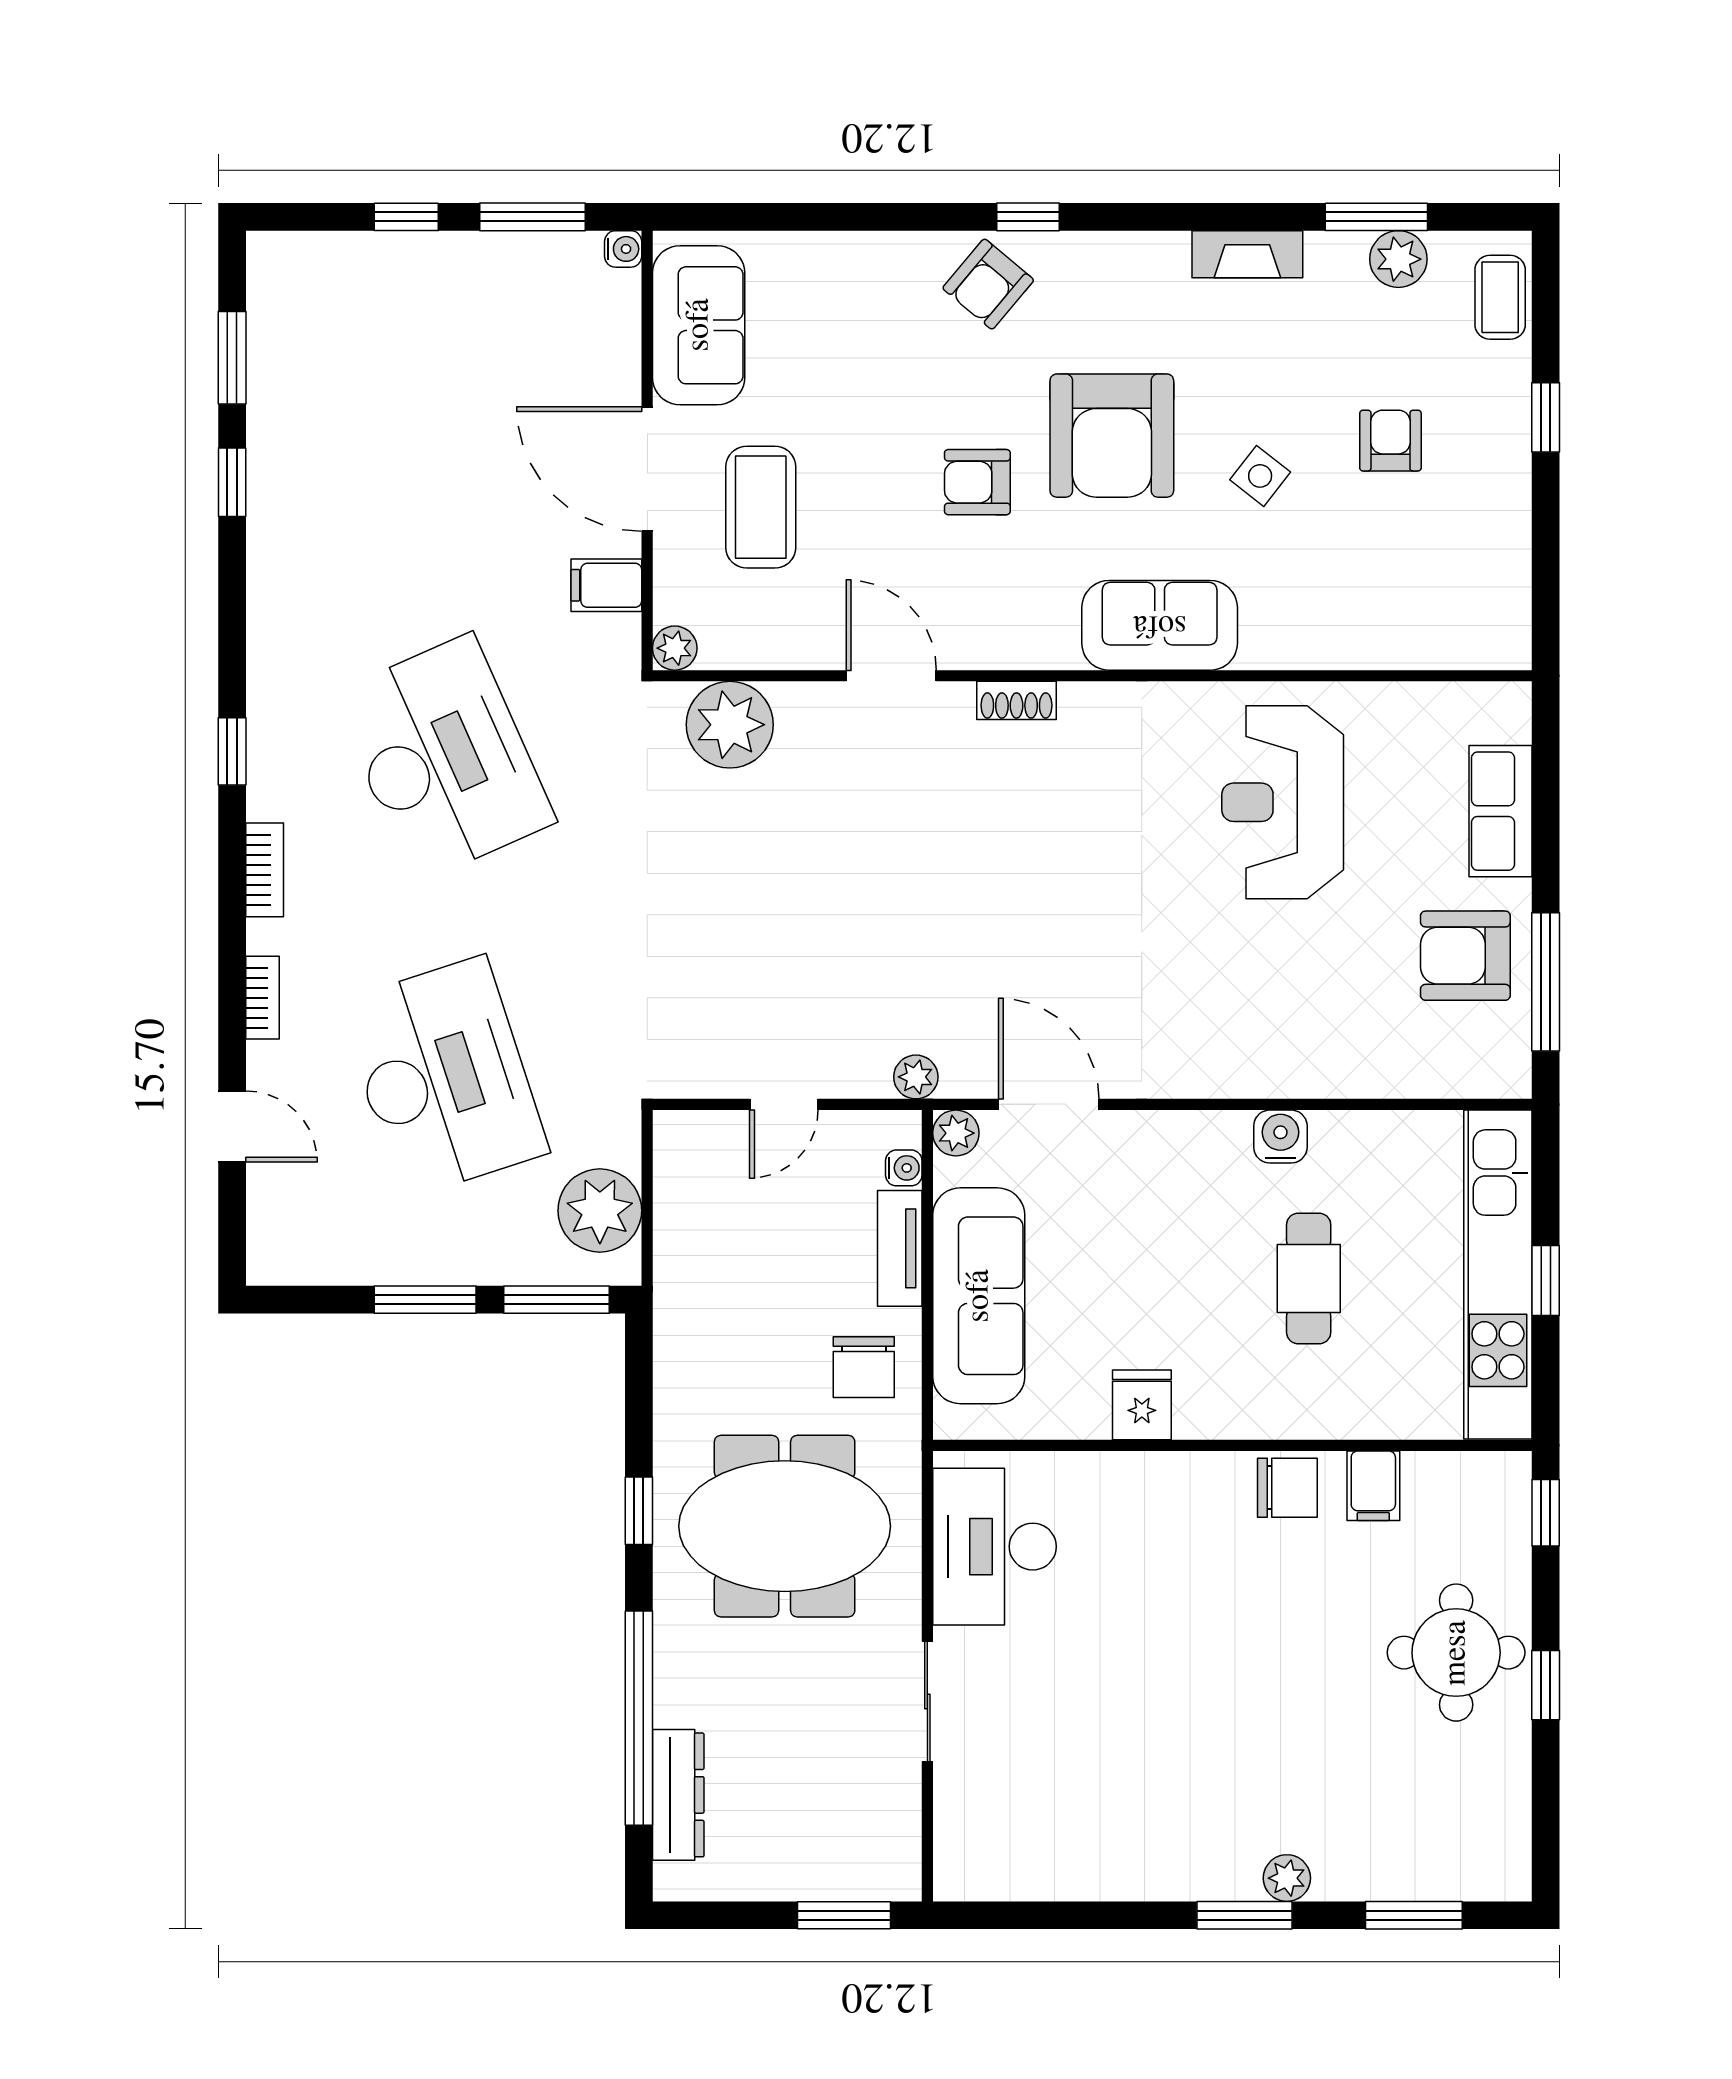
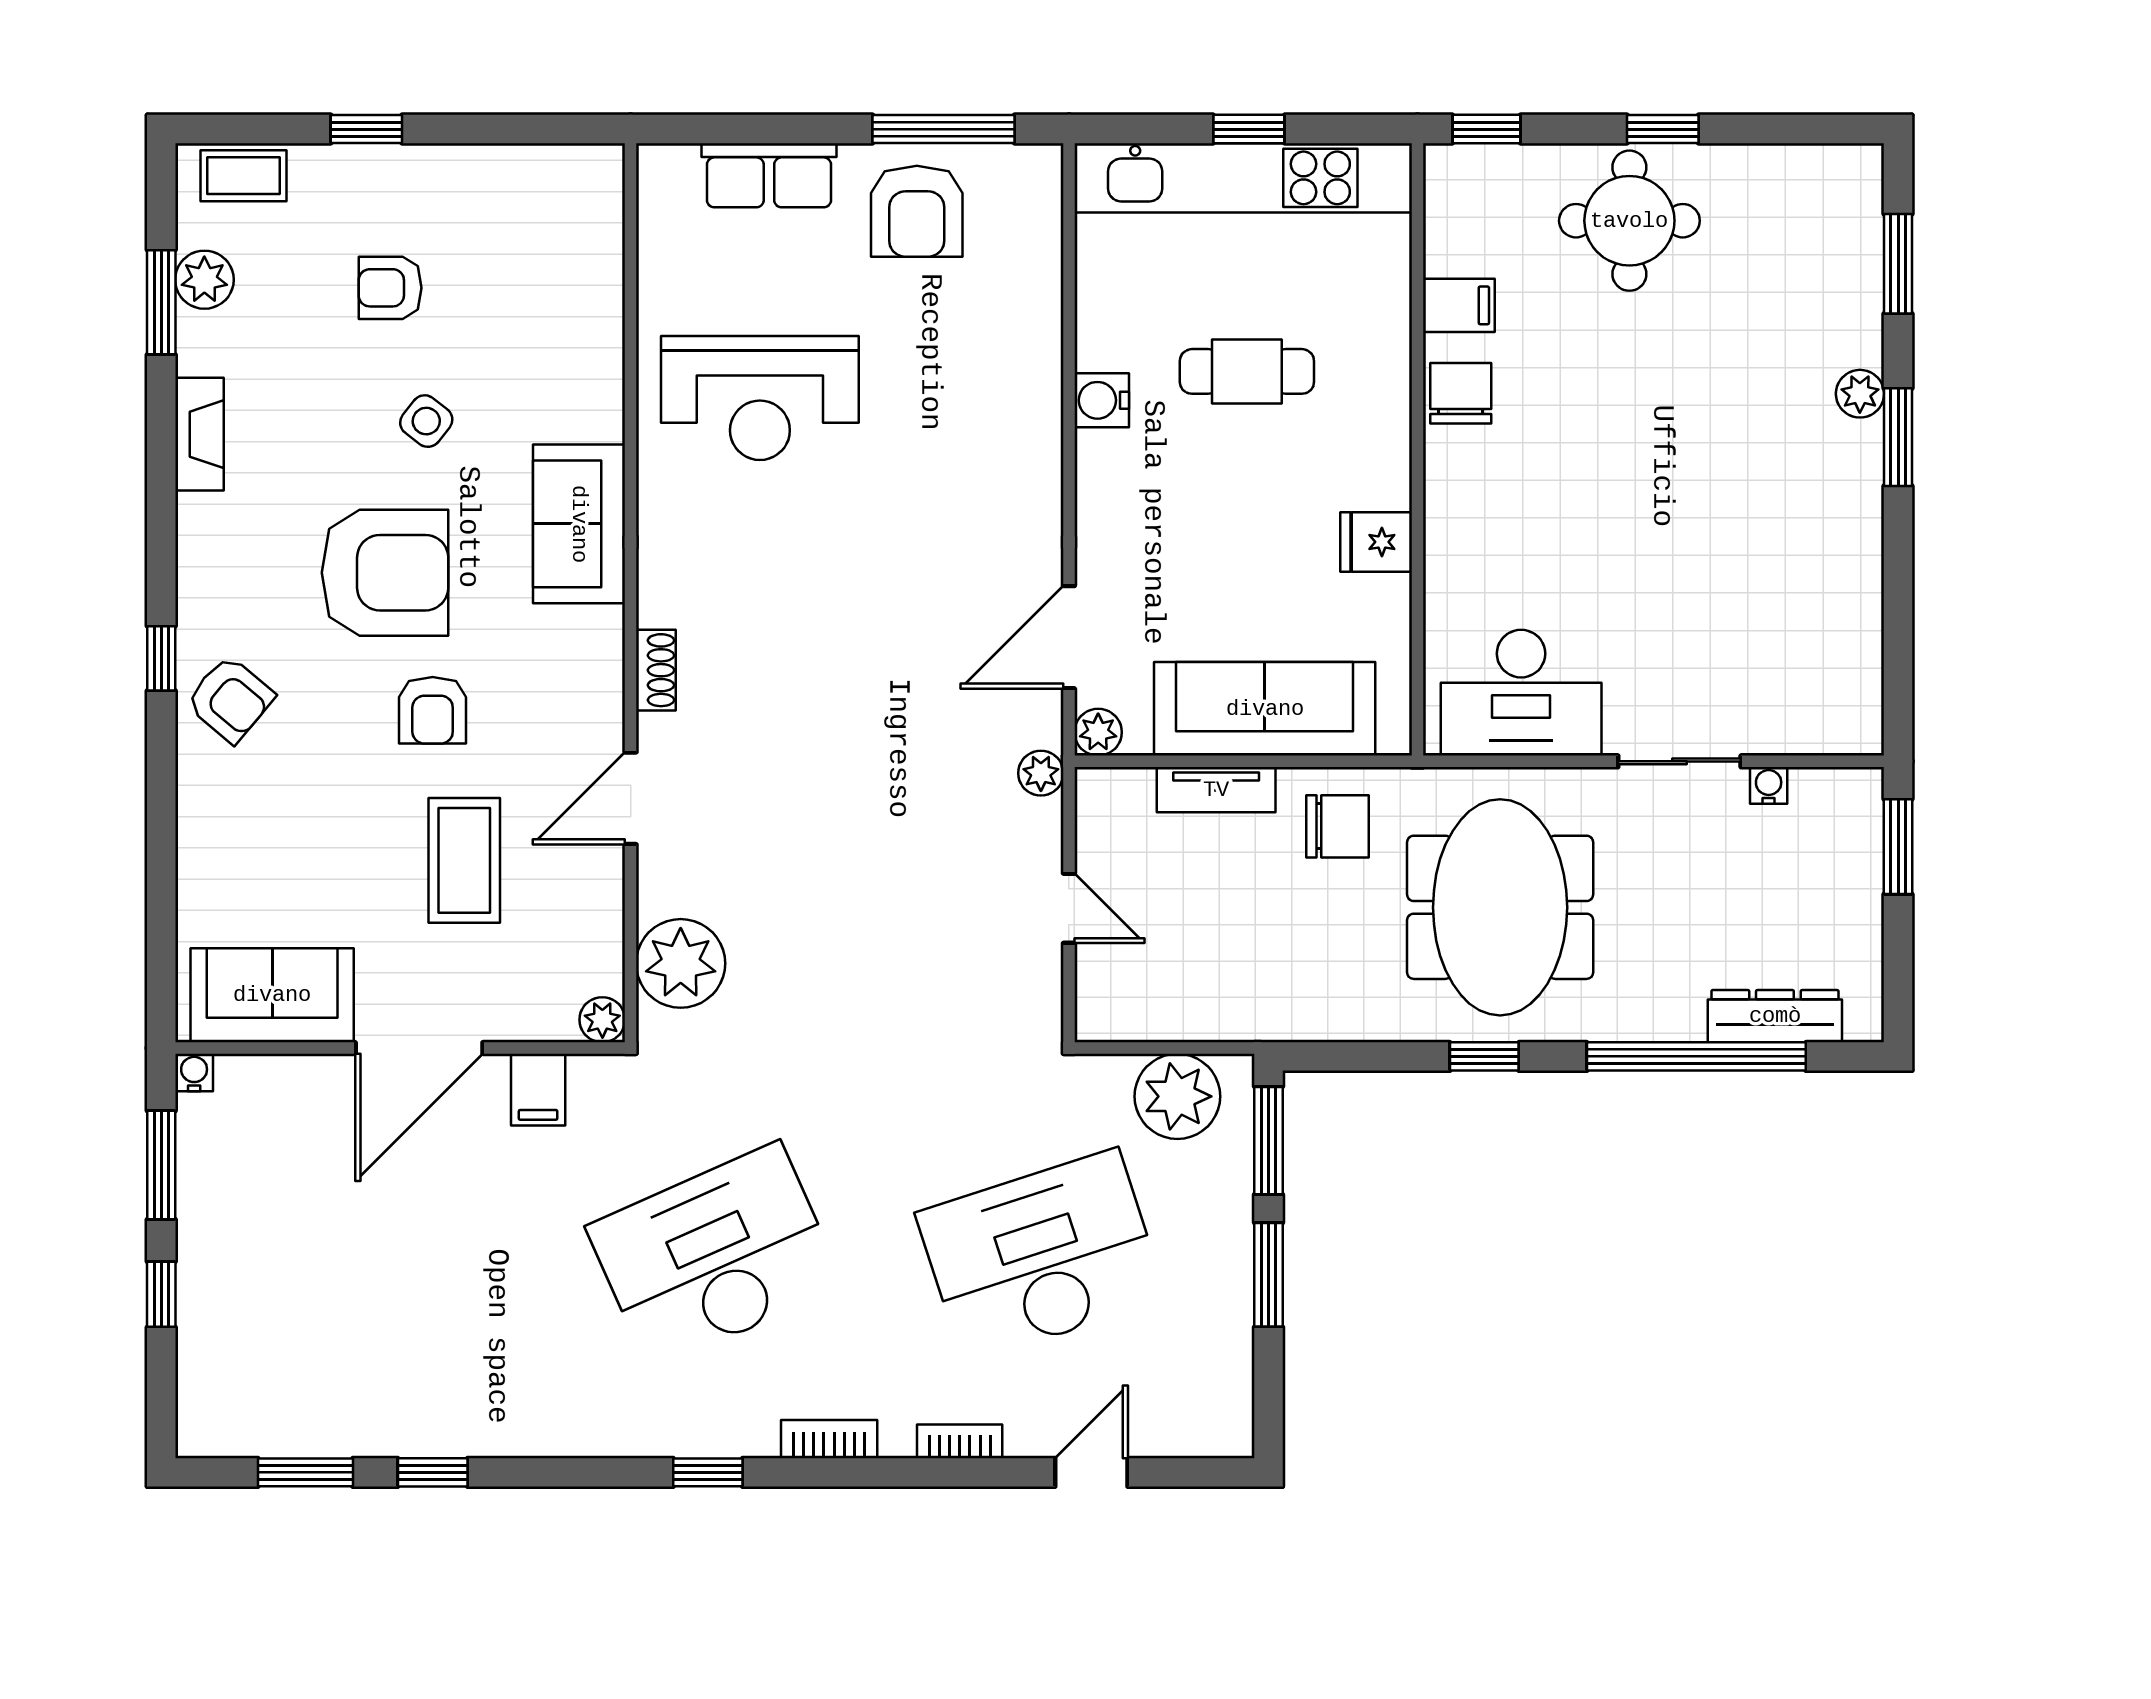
coffee table: (761, 507) -> (464, 860), moved, turned 90
water cooler: (904, 1168) -> (1769, 785), moved

